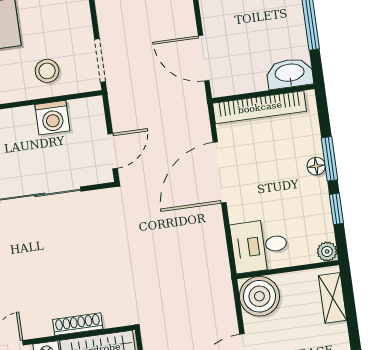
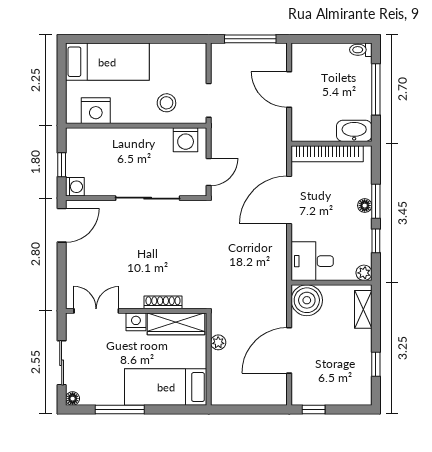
door: (204, 58) -> (289, 90), moved
washing machine: (52, 118) -> (186, 140), moved

